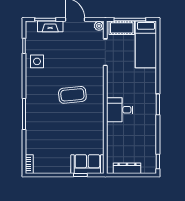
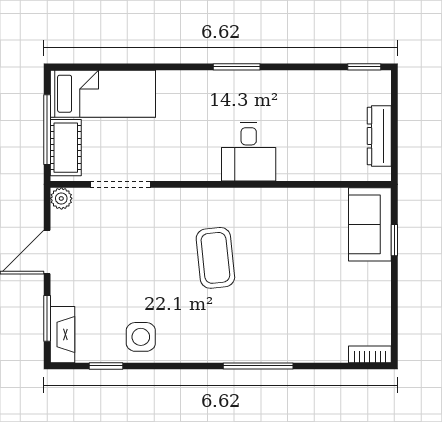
fireplace: (50, 26) -> (62, 335), moved

